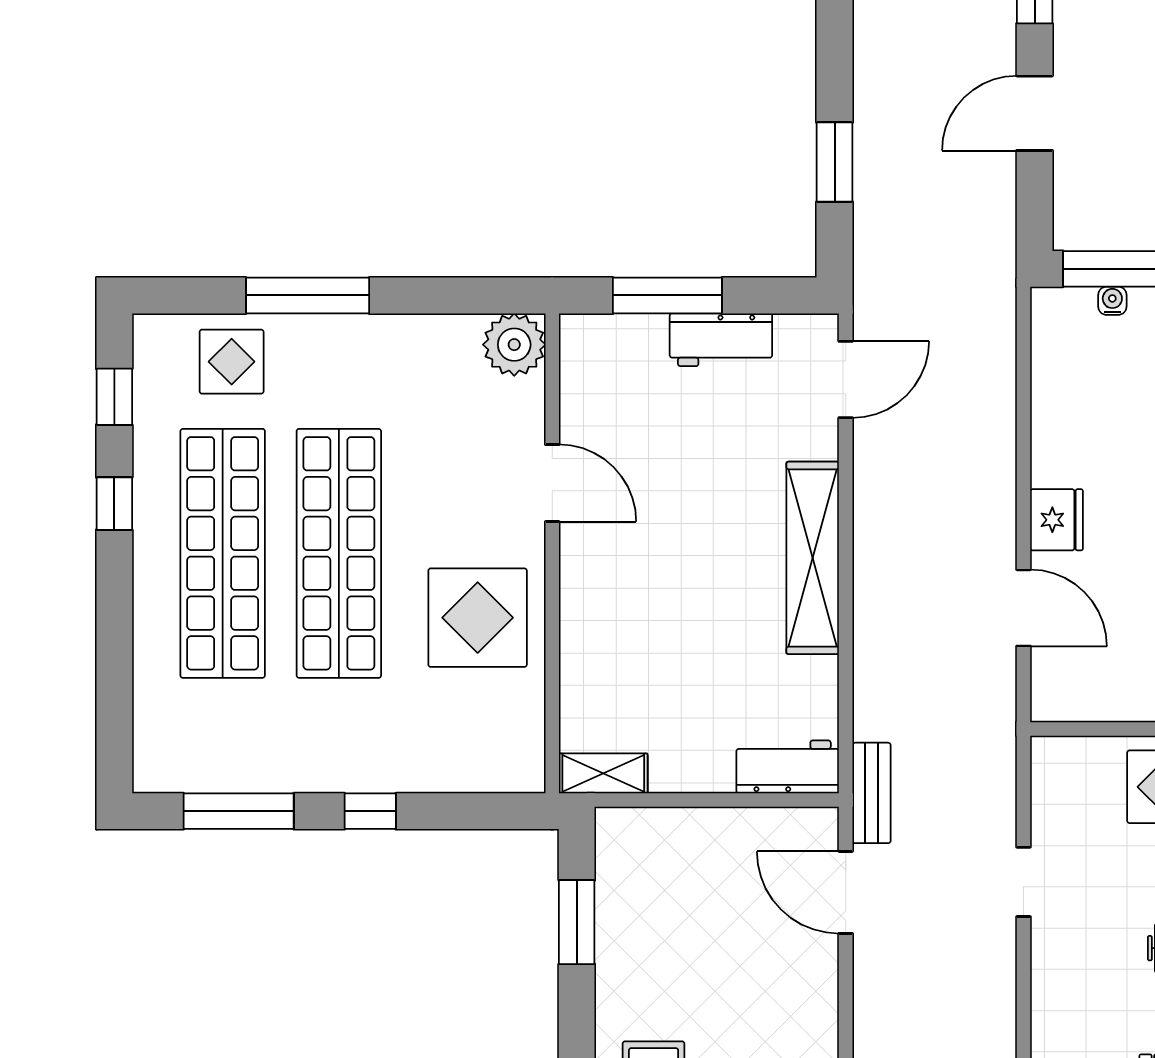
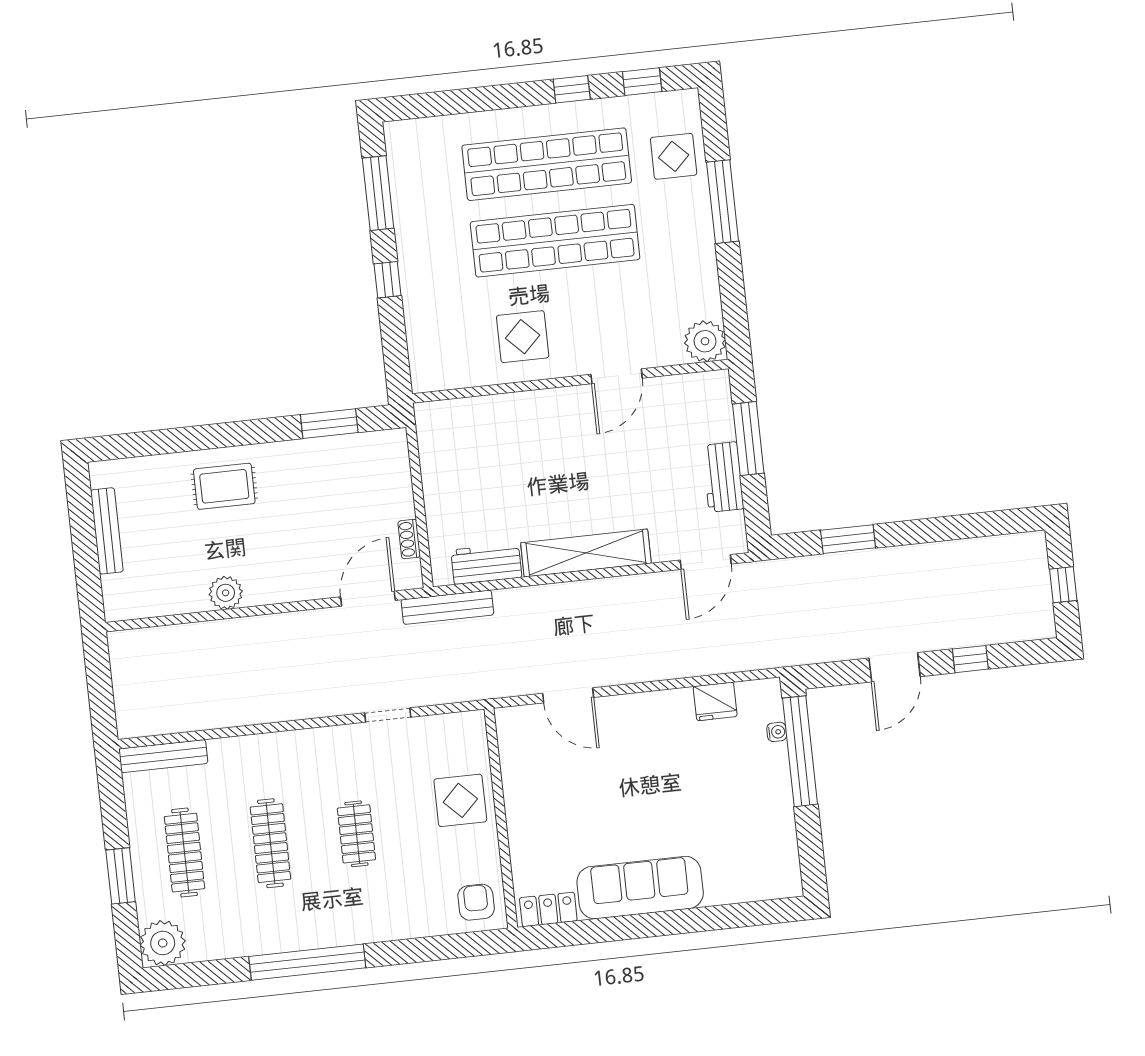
door: (1035, 113) -> (895, 667), swing flipped
door: (846, 380) -> (706, 562), hinge flipped
fridge: (1057, 520) -> (715, 701), moved
door: (1023, 608) -> (568, 695), hinge flipped
display table: (478, 618) -> (523, 337), width x0.73, depth x0.73
workbench: (788, 767) -> (486, 564), moved, turned -90
shelving: (603, 773) -> (429, 431), removed
bench: (871, 793) -> (447, 607), width x1.36
shoe rack: (763, 821) -> (409, 539), added

